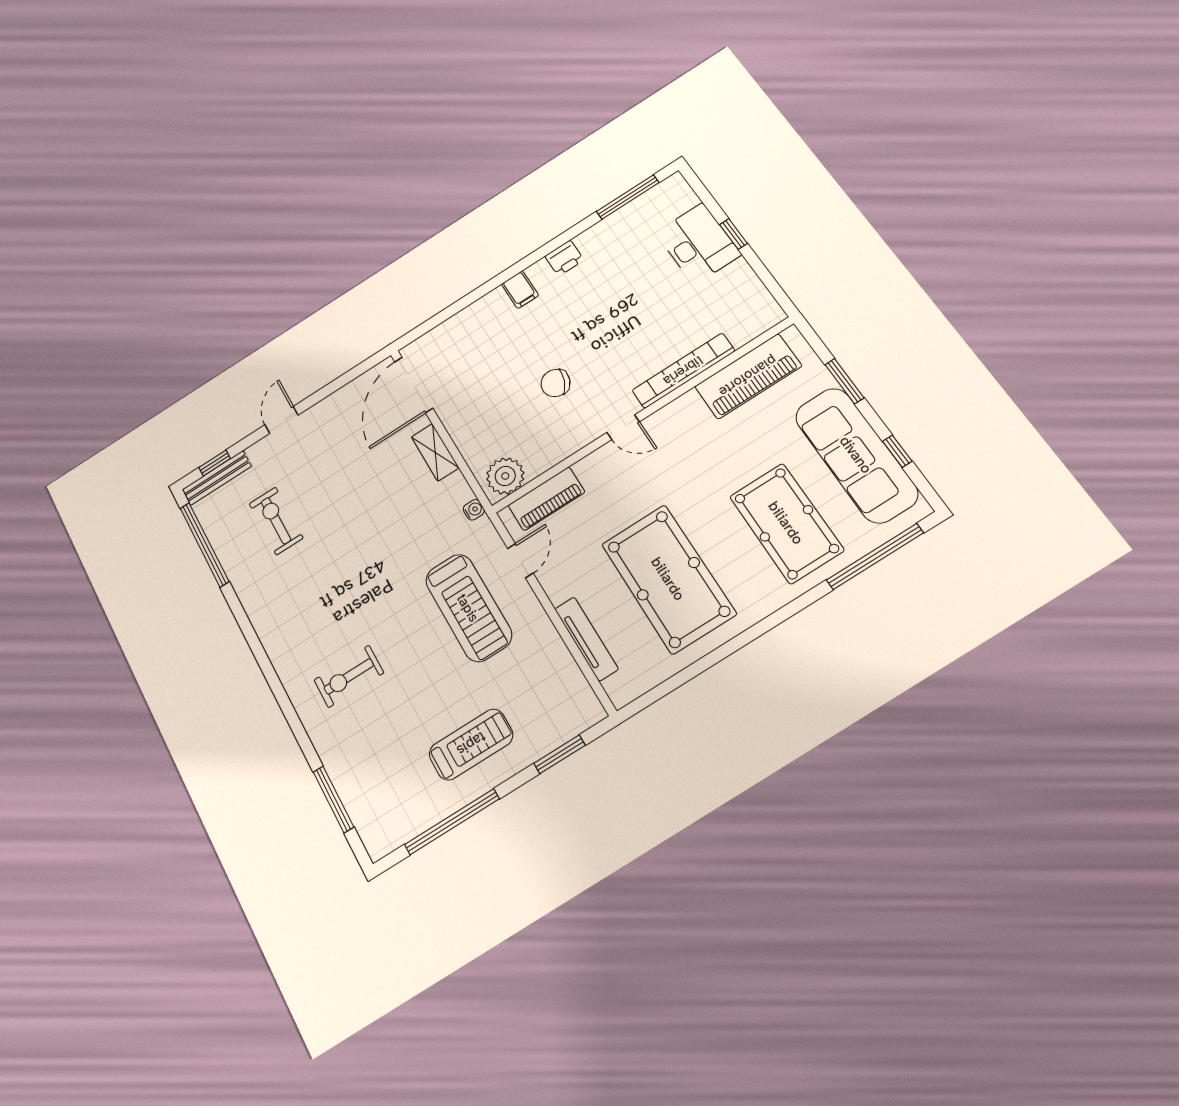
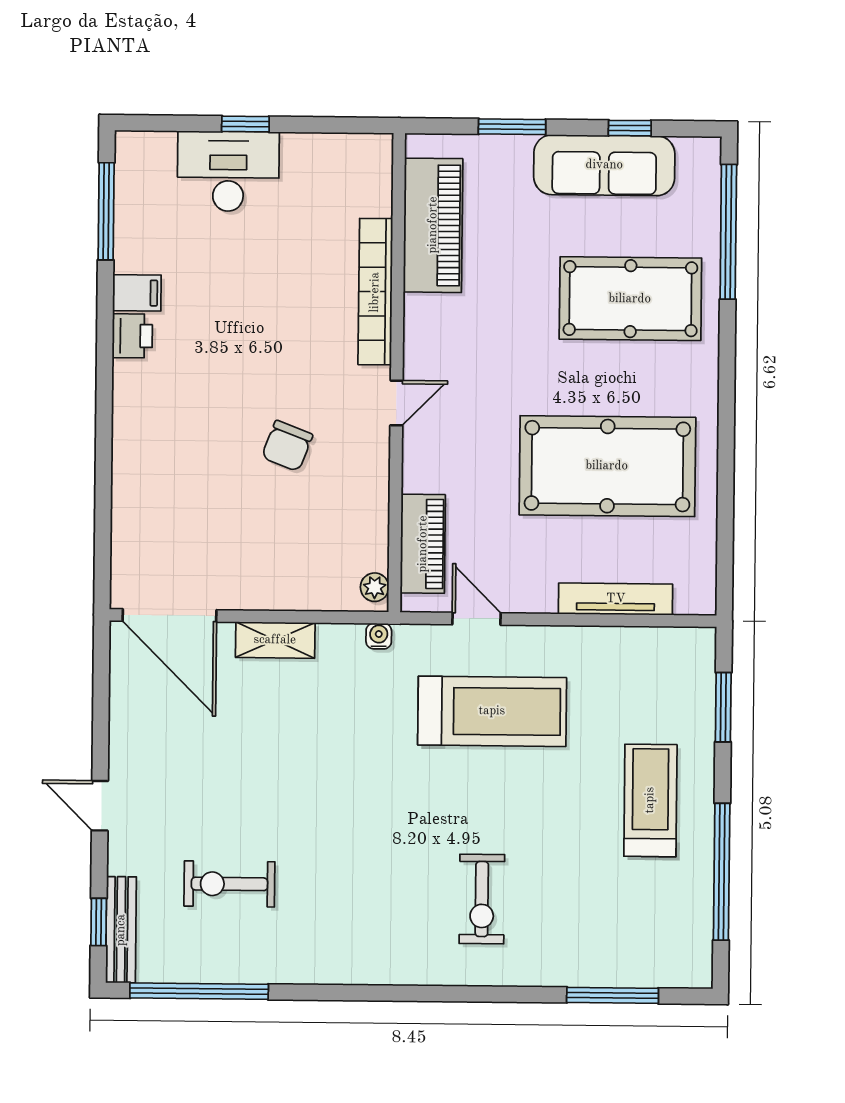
filing cabinet: (520, 290) -> (137, 293), moved
sofa: (856, 455) -> (604, 165), width x0.74, depth x0.79
plant: (505, 476) -> (375, 587), width x0.53, depth x0.53

